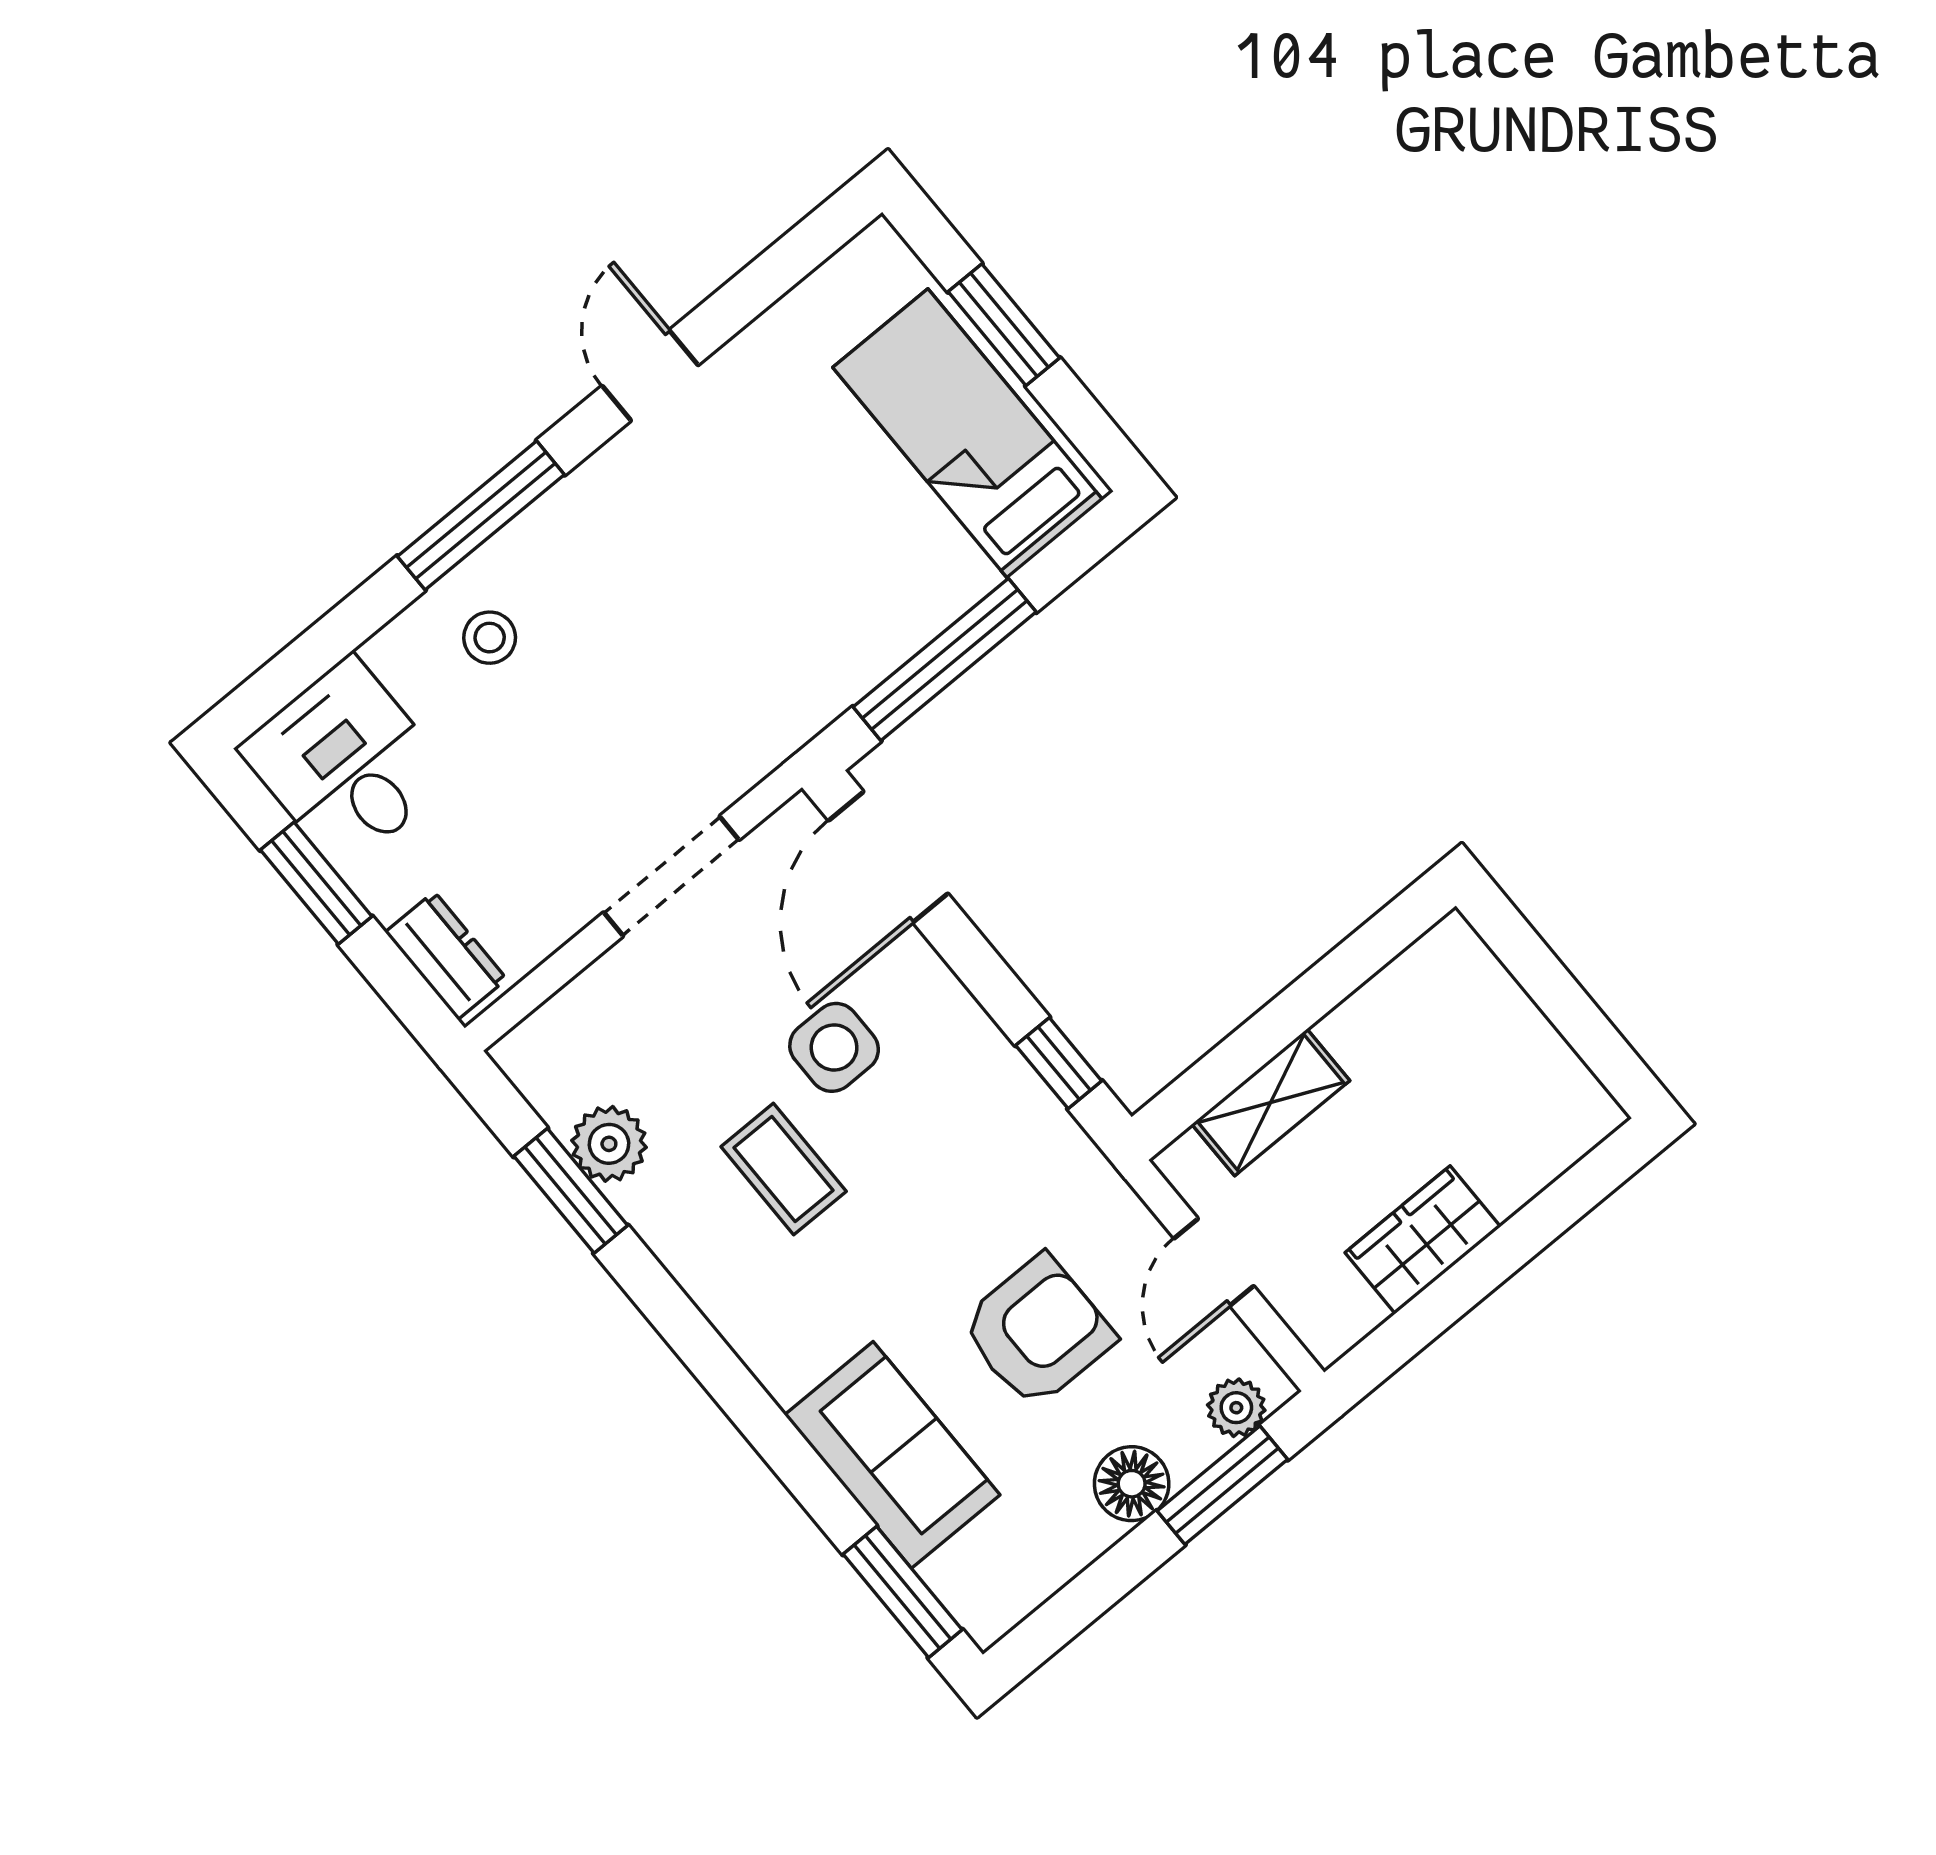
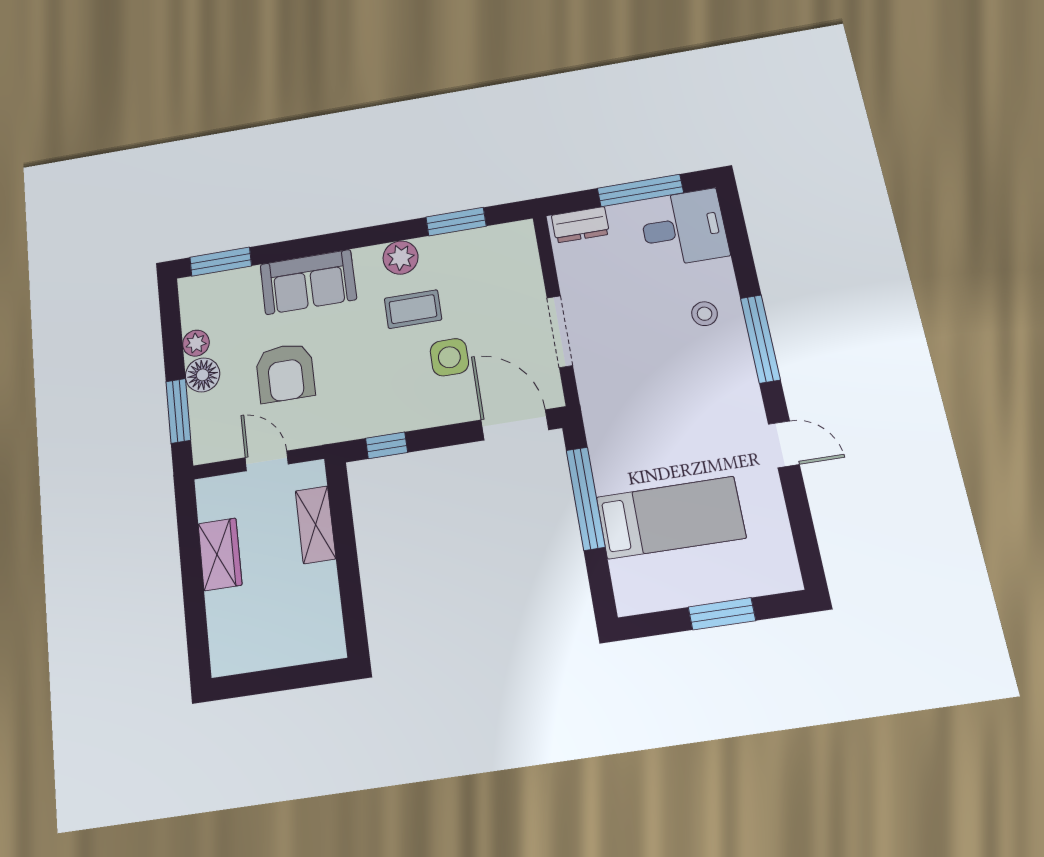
bed: (968, 434) -> (671, 518), moved
window: (316, 883) -> (640, 190), width x1.44
plant: (609, 1144) -> (401, 258), moved
plant: (1236, 1408) -> (196, 343), moved
sofa: (892, 1455) -> (308, 282), moved

